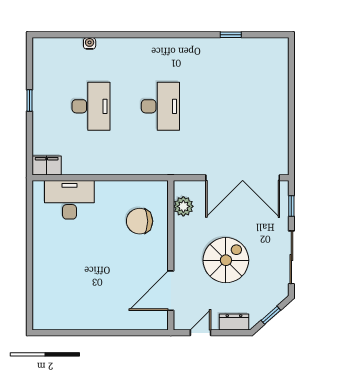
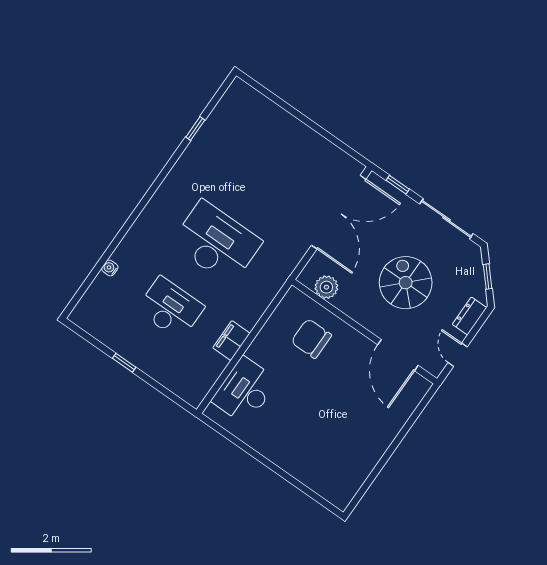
desk: (160, 106) -> (216, 243), width x1.36, depth x1.30
filing cabinet: (47, 165) -> (231, 341), moved
chair: (140, 221) -> (311, 339), turned 90

